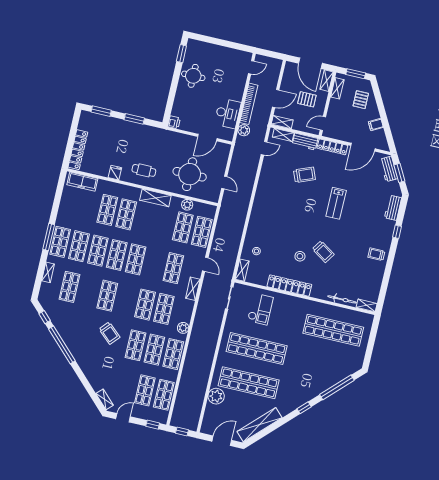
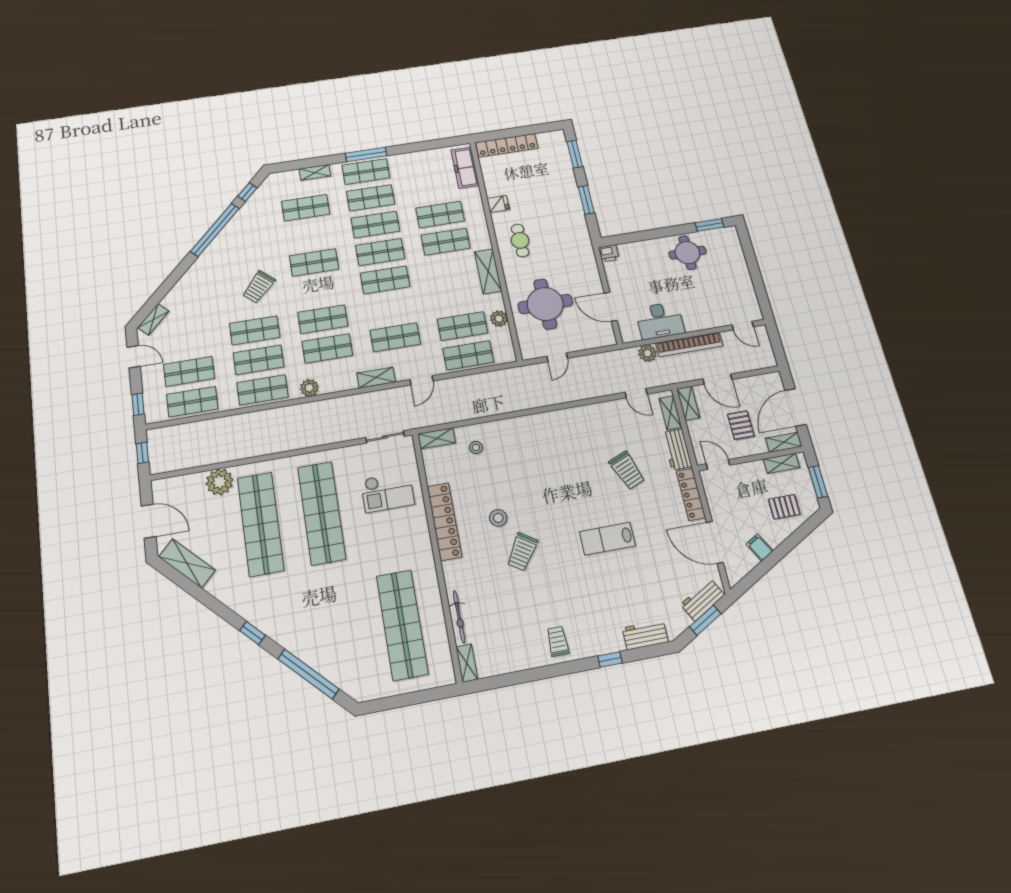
shelving: (259, 425) -> (187, 563), width x0.68

